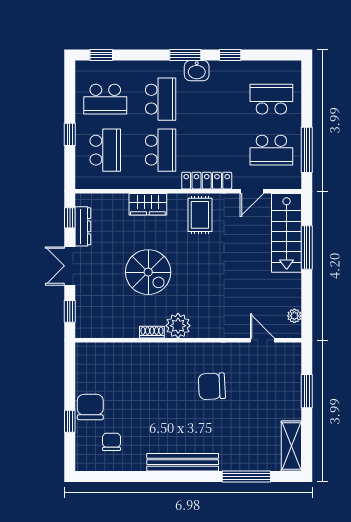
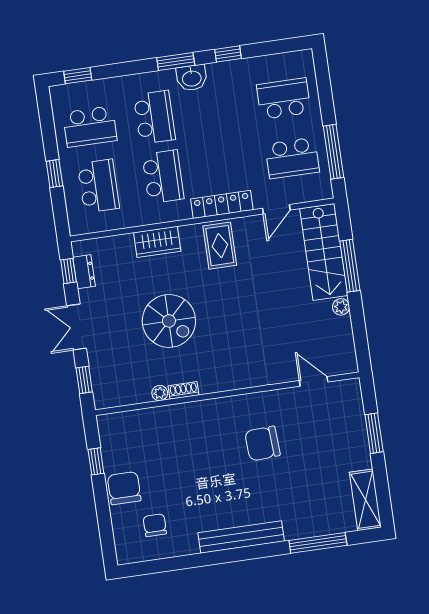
dresser: (83, 226) -> (84, 272), width x0.70
plant: (294, 316) -> (341, 307), moved
plant: (178, 326) -> (160, 393), moved, width x0.53, depth x0.53
window: (70, 421) -> (96, 461), moved

